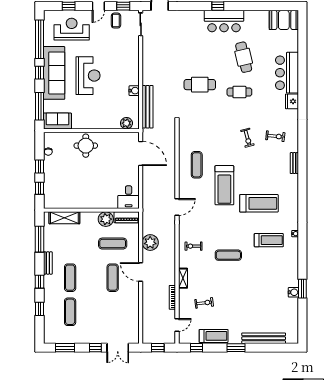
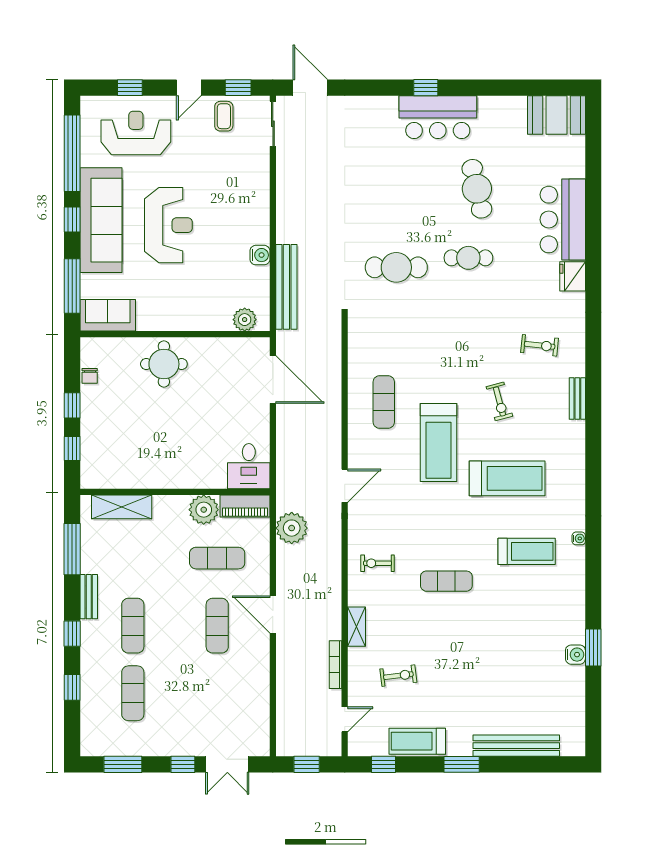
cafe table: (200, 85) -> (396, 267), moved
exercise bike: (247, 138) -> (499, 401), moved
plant: (150, 243) -> (292, 528), moved
treadmill: (214, 336) -> (417, 741), turned 180

